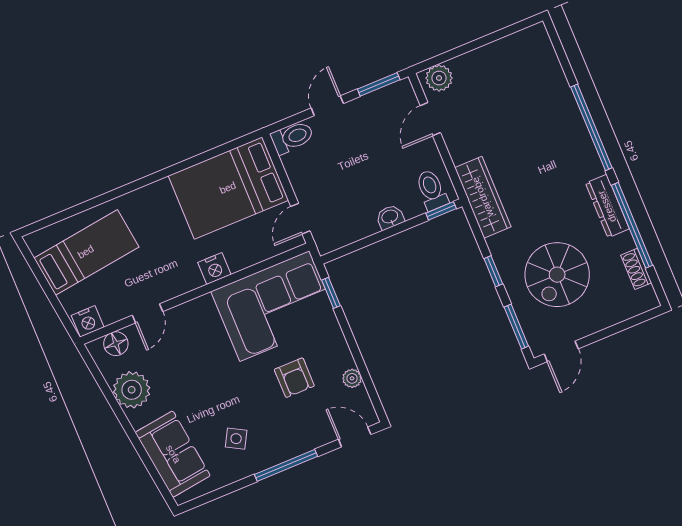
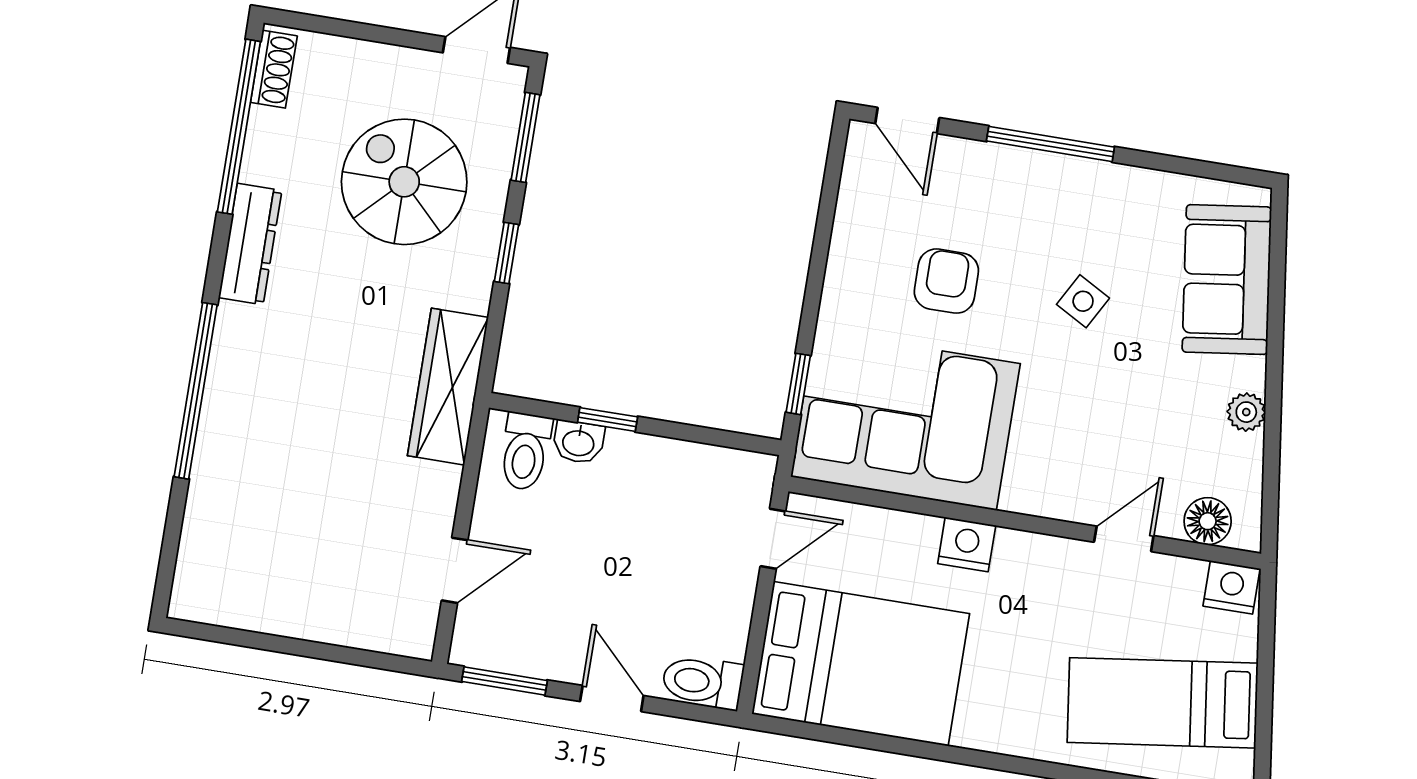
plant: (439, 78) -> (398, 630), removed
door: (327, 106) -> (612, 699), swing flipped
window: (441, 211) -> (608, 419), moved
washbasin: (390, 217) -> (578, 442), moved
window: (632, 225) -> (239, 127), moved
shoe rack: (636, 269) -> (274, 69), moved
spiral stairs: (557, 275) -> (404, 182), turned -90
plant: (352, 378) -> (851, 221), removed
plant: (132, 390) -> (1246, 412), width x0.53, depth x0.53
side table: (236, 439) -> (1083, 301), moved

